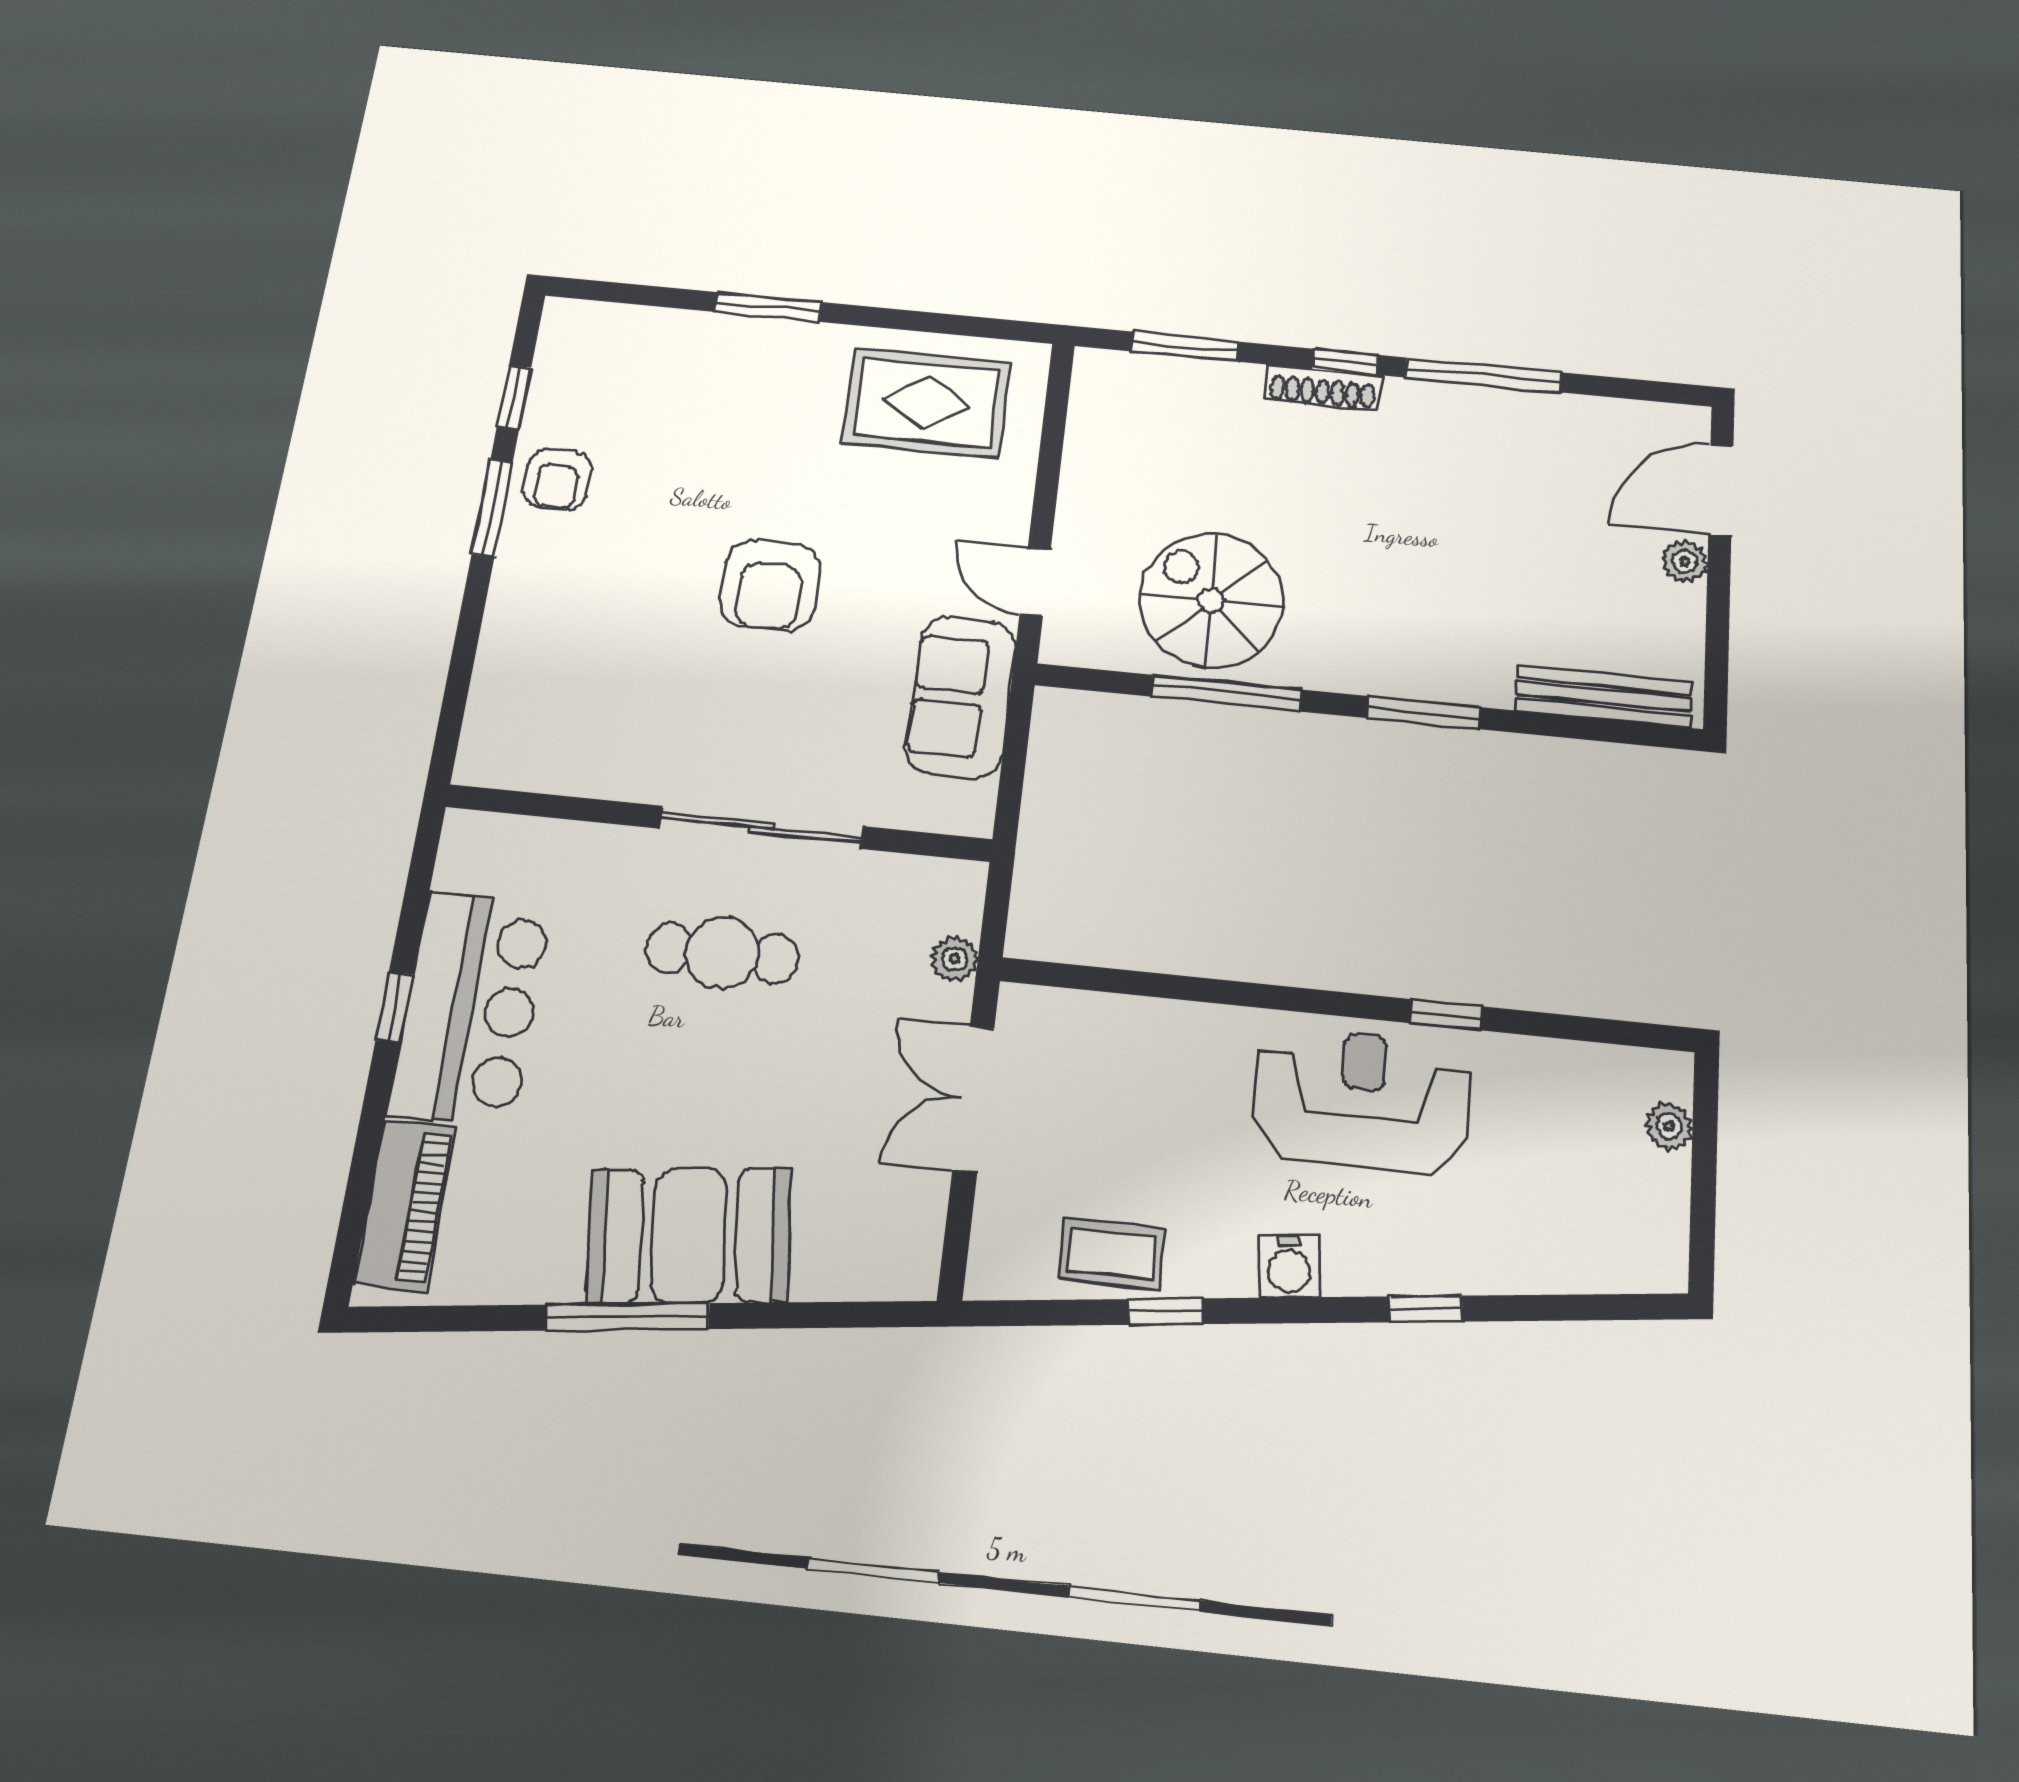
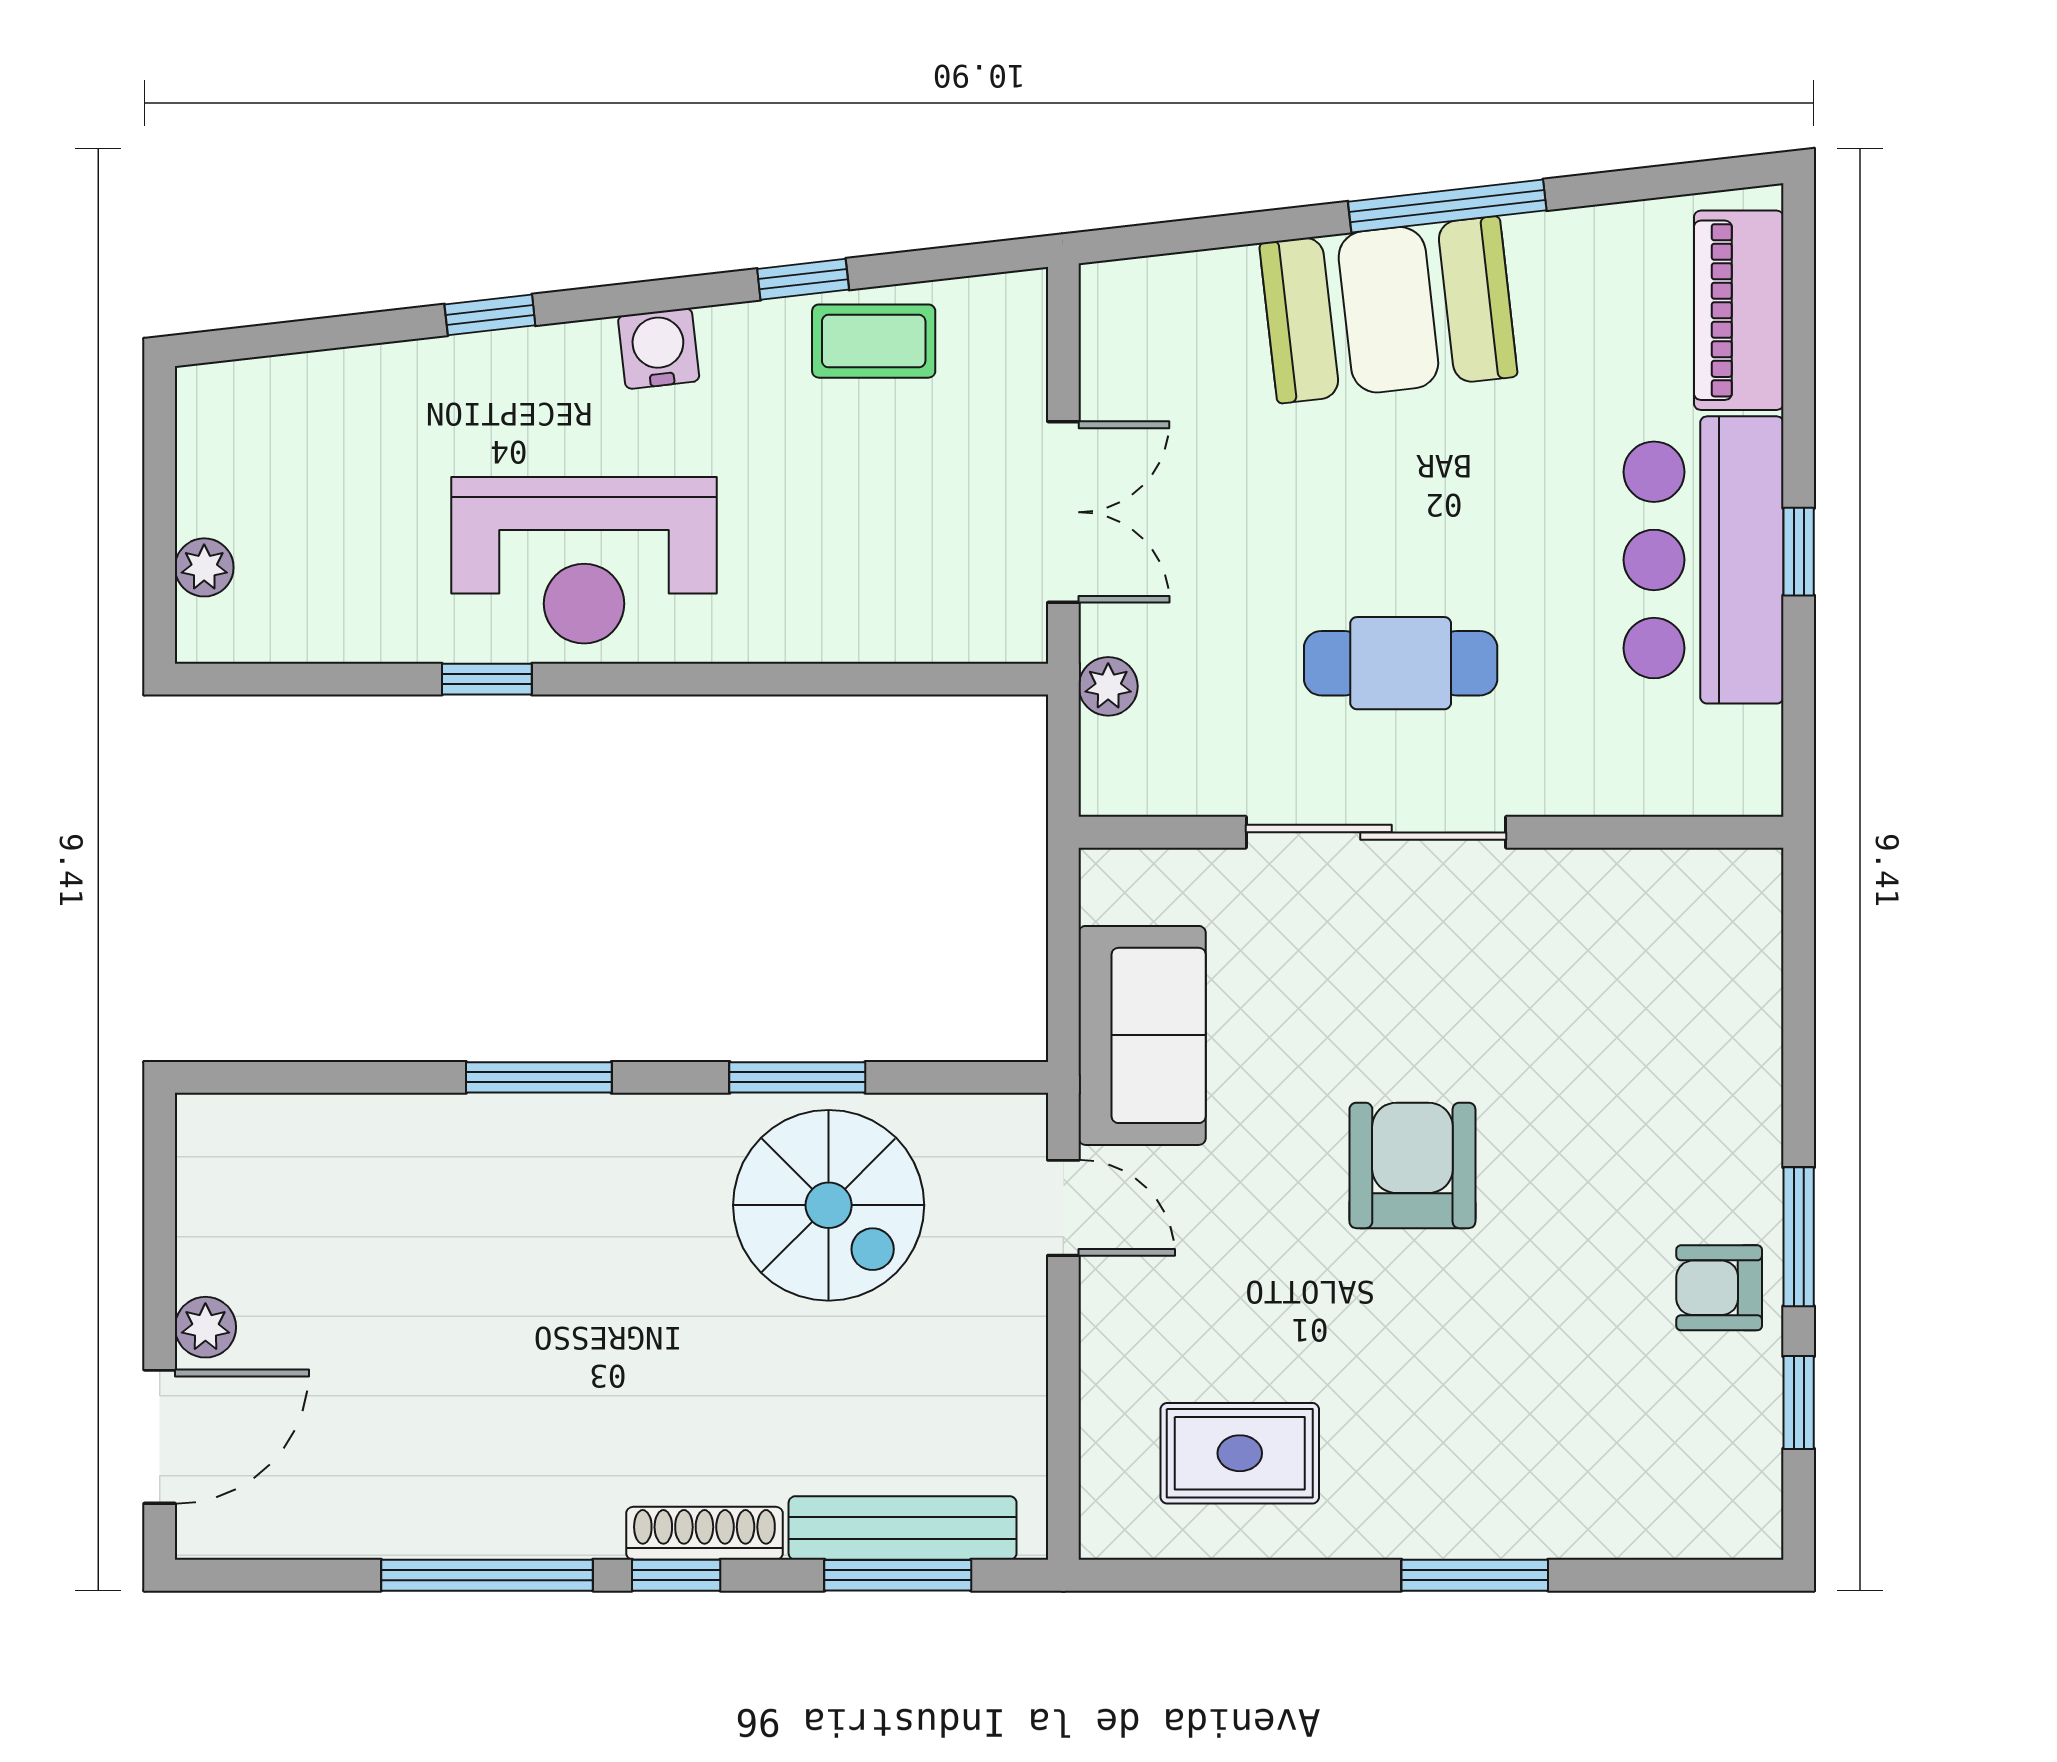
rug: (926, 403) -> (1240, 1453), width x0.73, depth x0.70
armchair: (557, 479) -> (1719, 1288), turned -90
window: (1226, 693) -> (797, 1077), width x0.69
bench: (1604, 696) -> (903, 1528), moved

